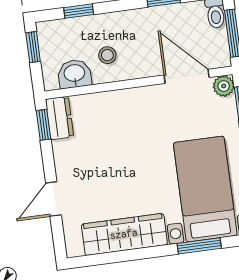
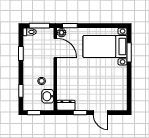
door: (187, 76) -> (55, 48), swing flipped
window: (43, 125) -> (80, 113), moved
wardrobe: (124, 234) -> (120, 84), removed

